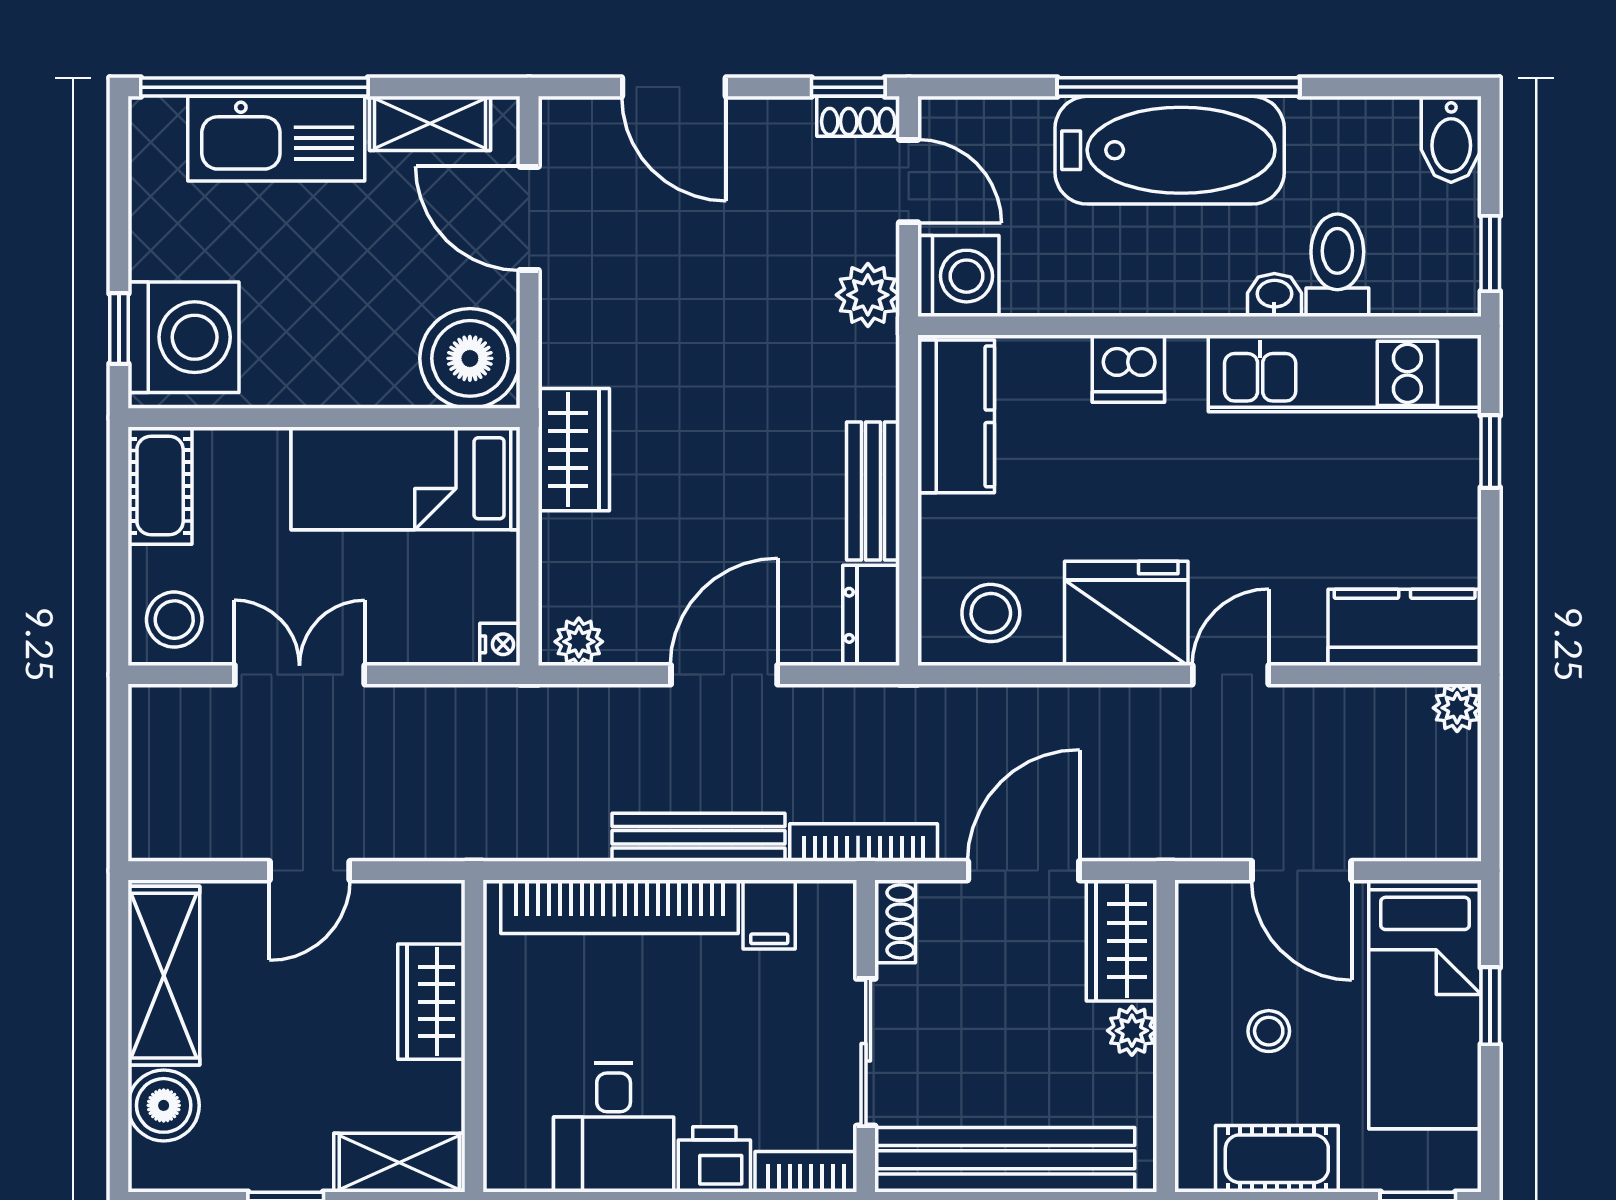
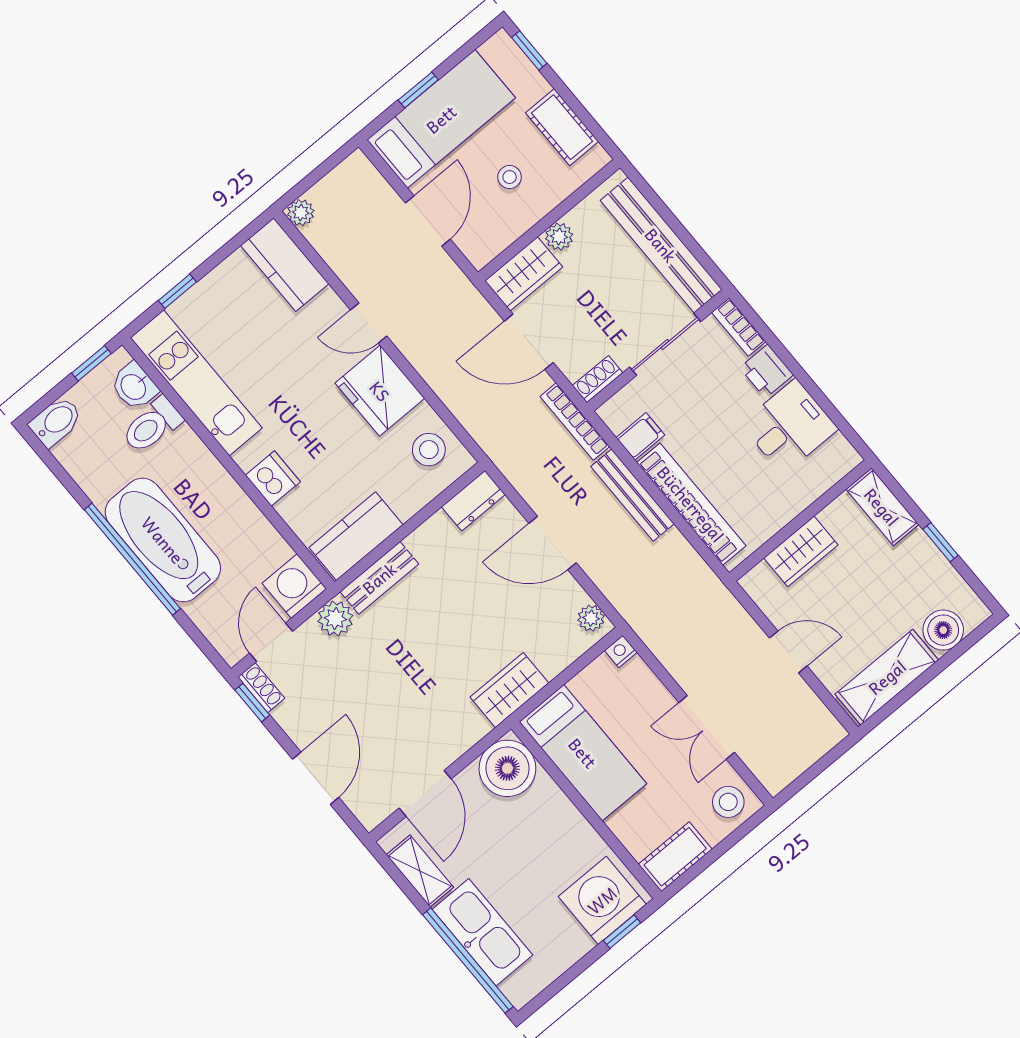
washbasin: (1274, 295) -> (134, 386), moved, width x1.38, depth x1.45
bench: (873, 491) -> (379, 578), moved

